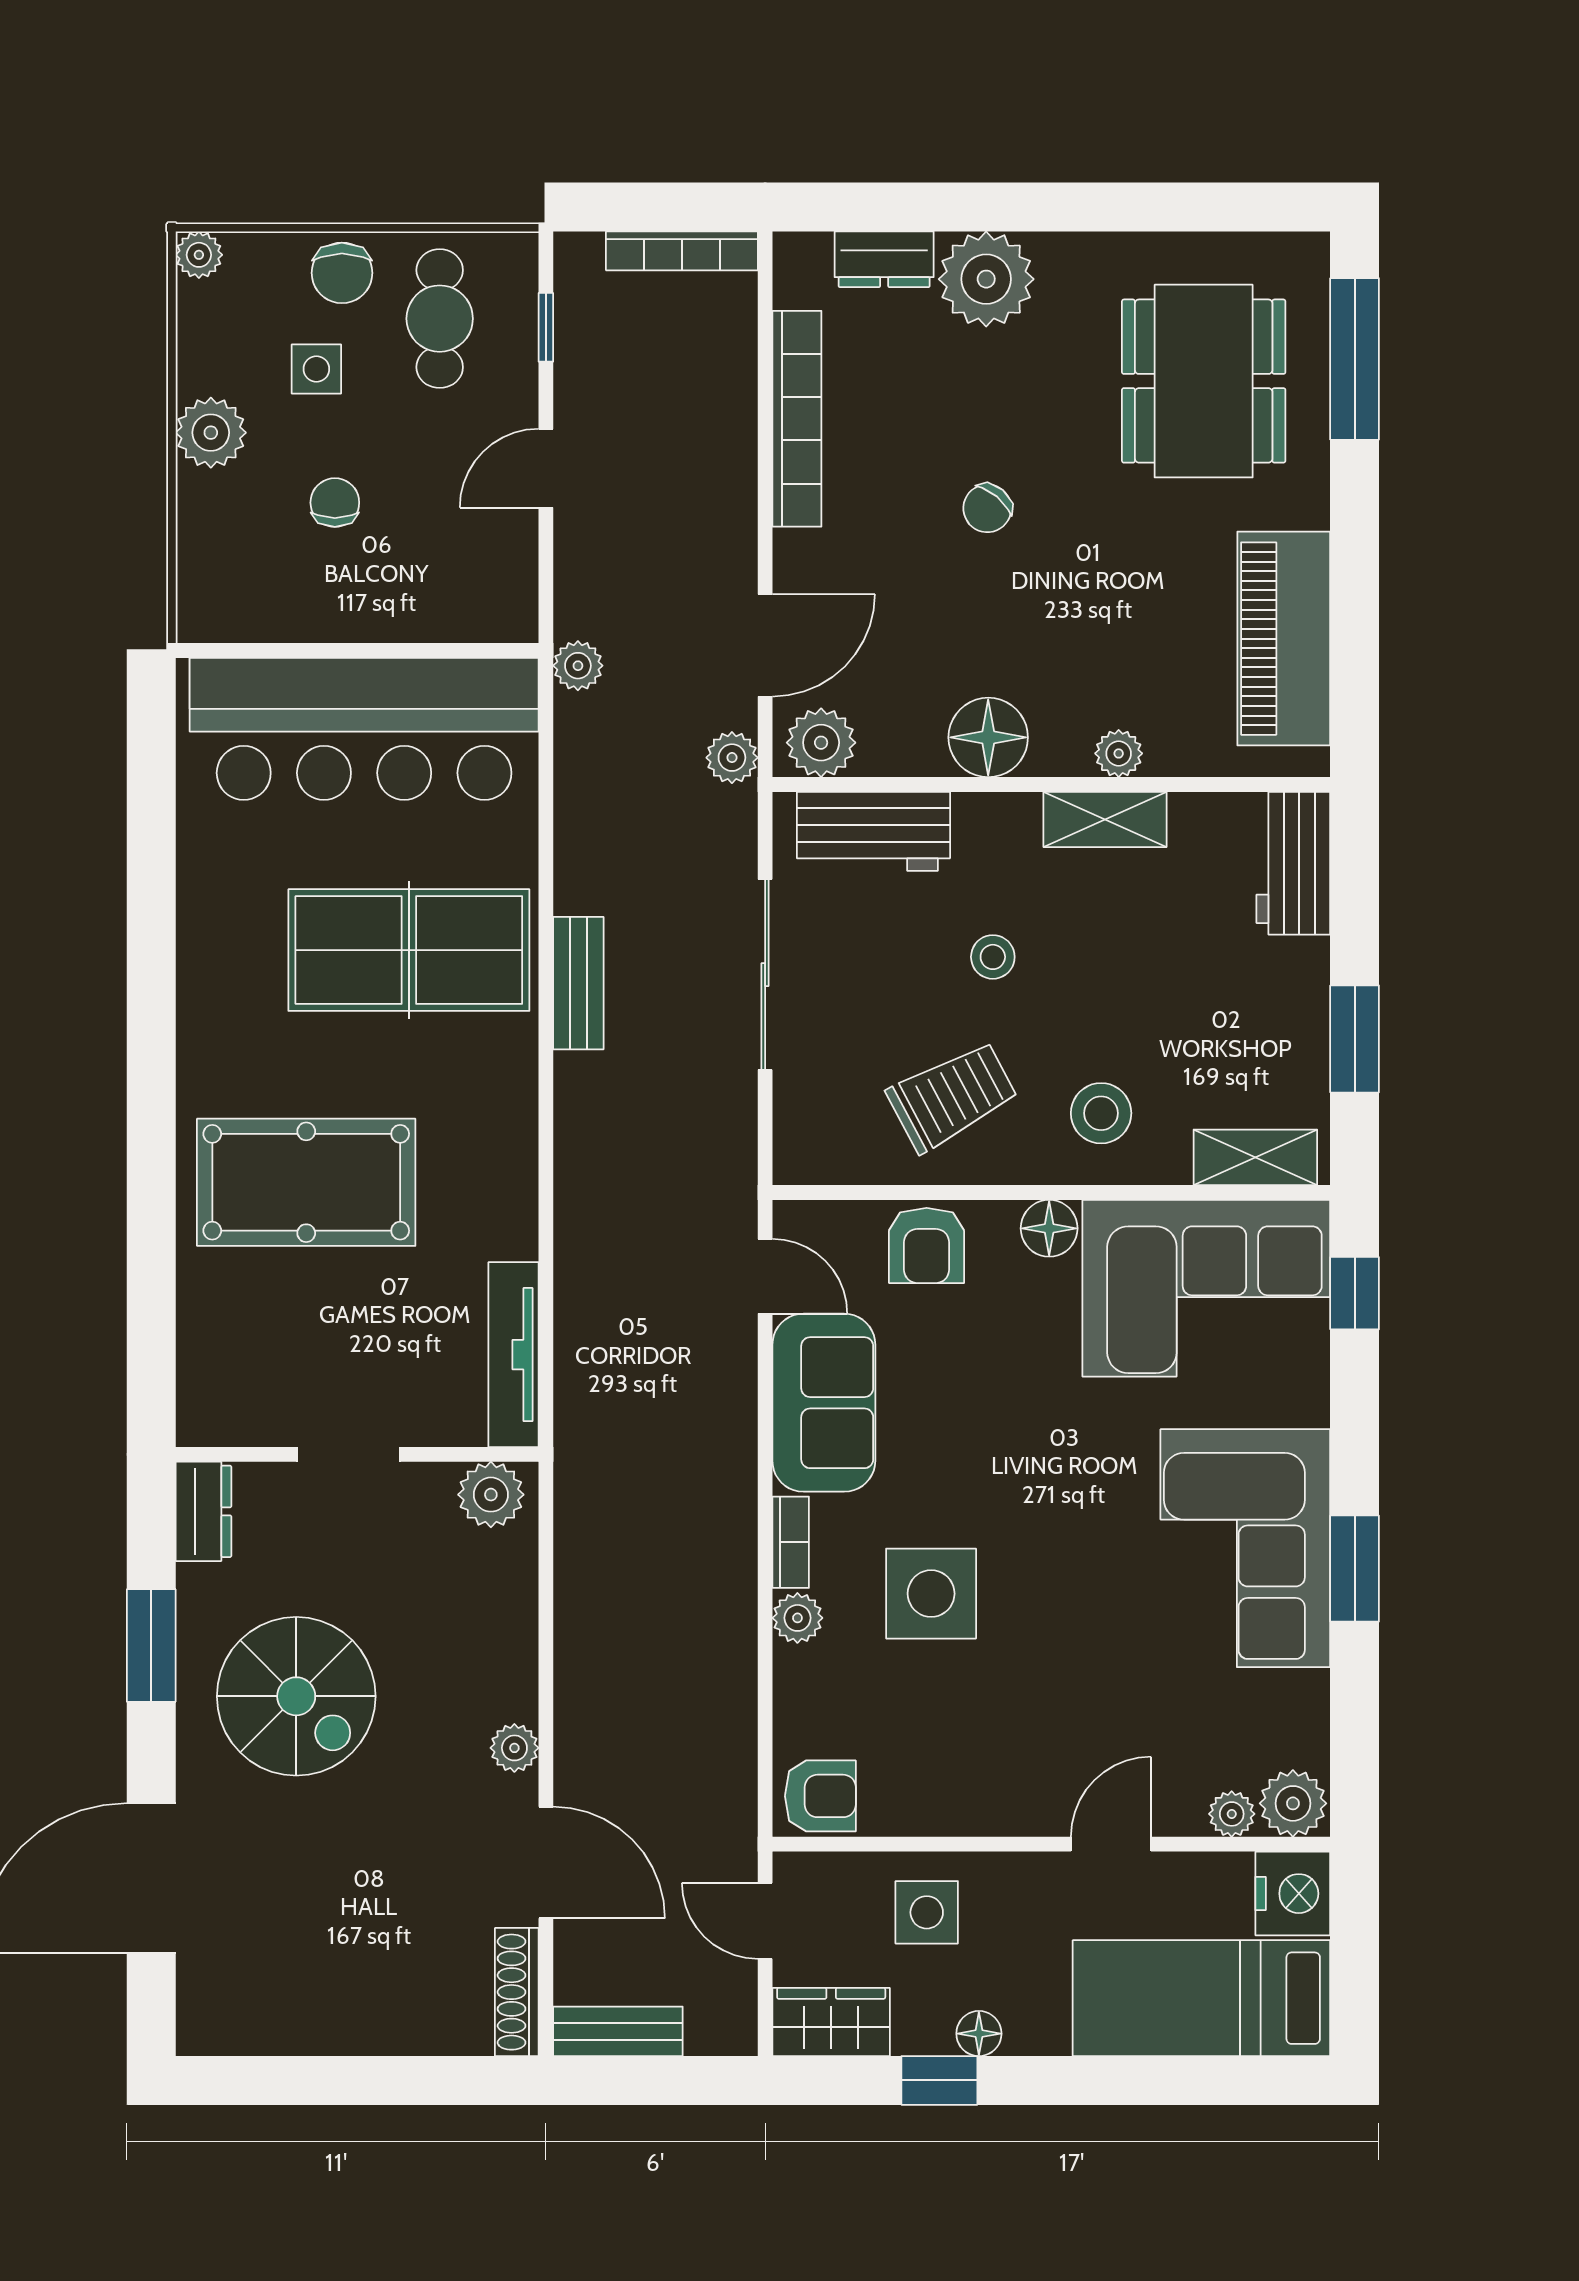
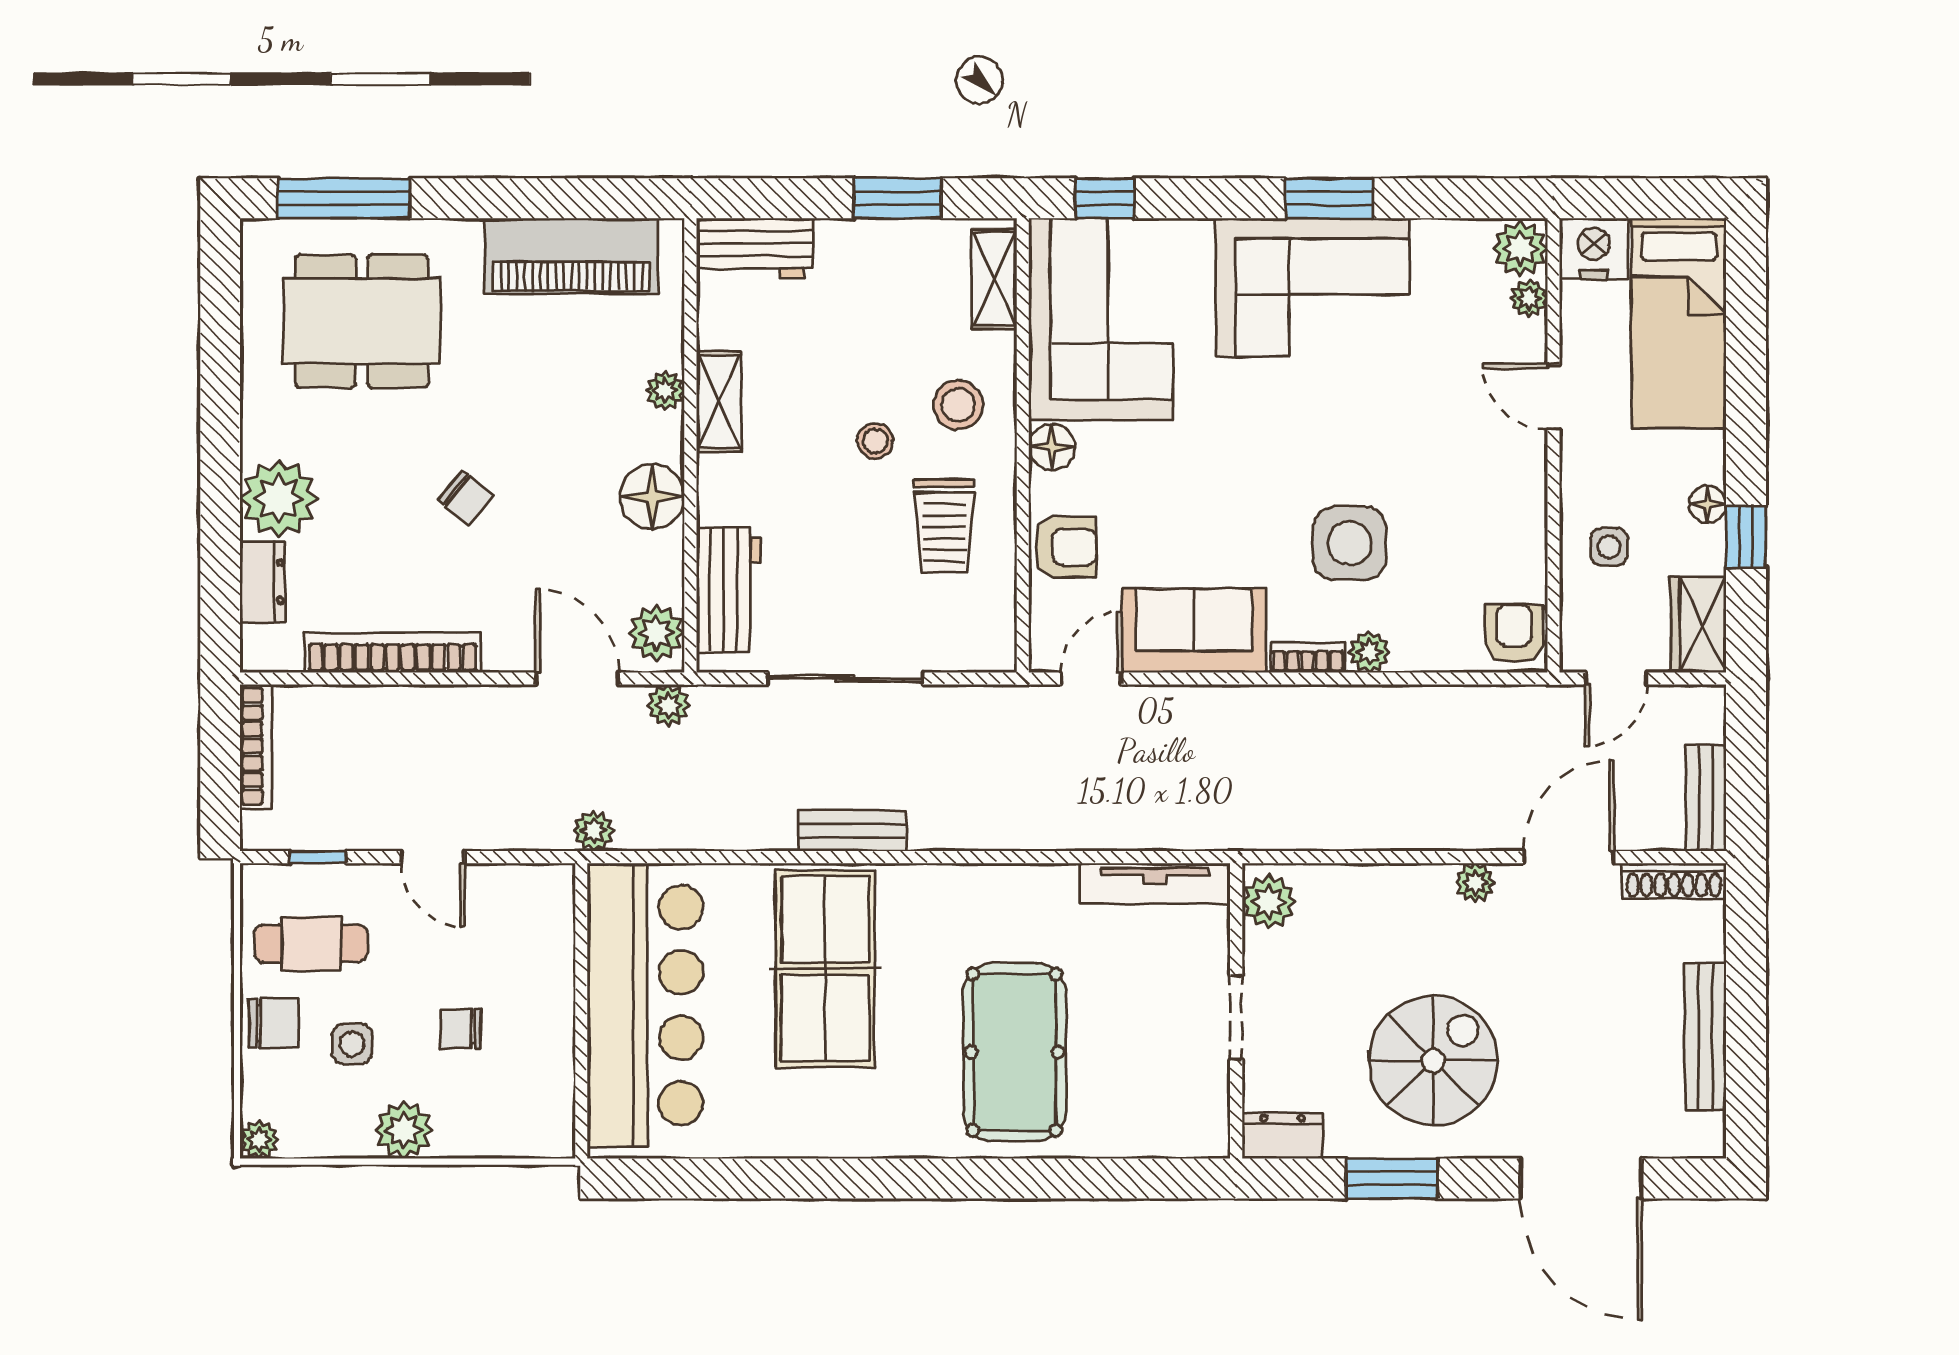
stool: (993, 957) -> (875, 441), moved
trolley: (952, 1096) -> (944, 526), turned -152
side table: (927, 1912) -> (1609, 547), width x0.73, depth x0.73
bench: (325, 2031) -> (1706, 1037), added

